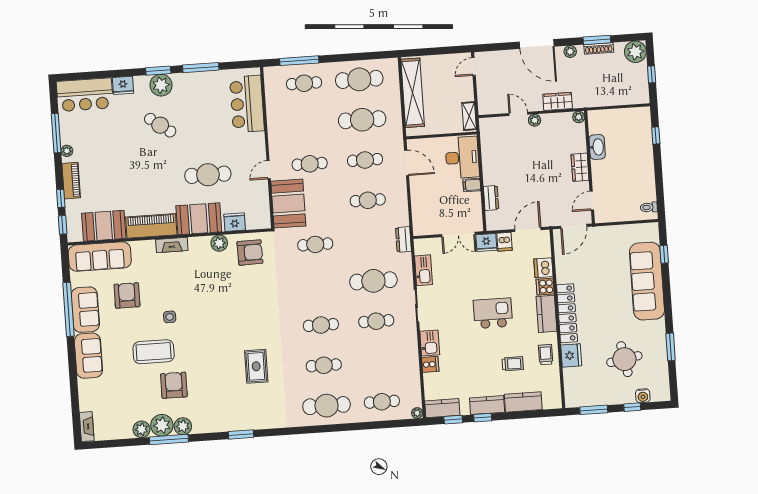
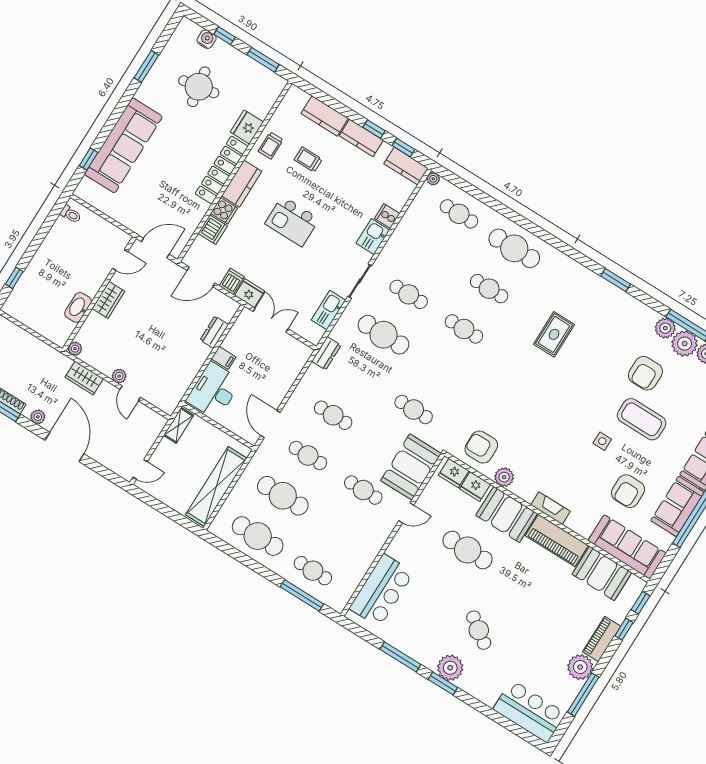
fridge: (123, 85) -> (454, 473), moved, turned 180
plant: (67, 151) -> (580, 667), width x1.87, depth x1.87

